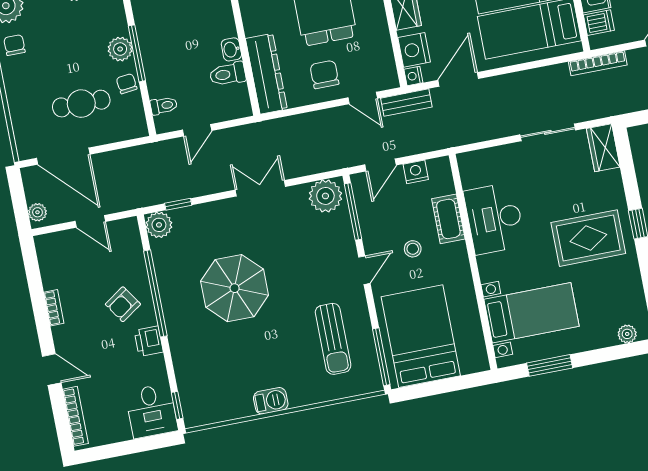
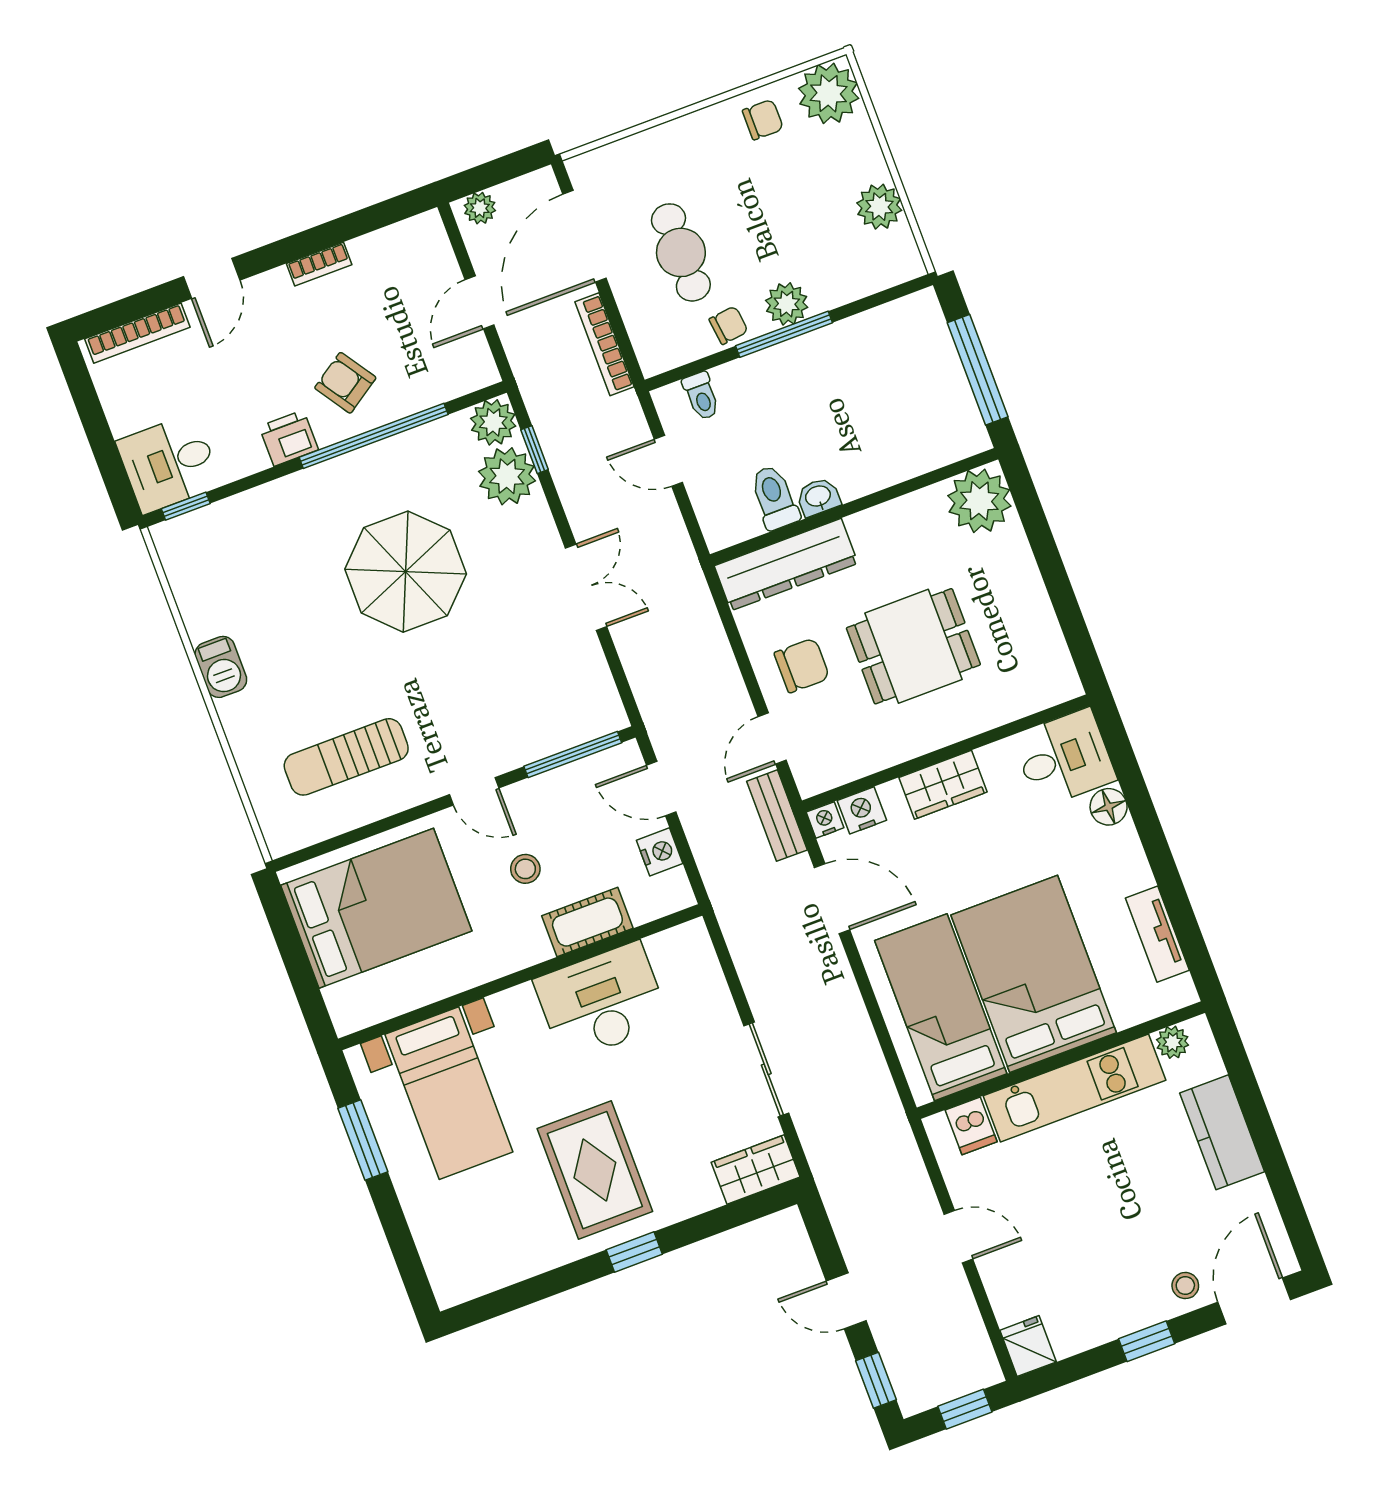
nightstand: (414, 50) -> (862, 810), width x0.74, depth x0.75
bookcase: (598, 63) -> (605, 344), moved
plant: (325, 196) -> (507, 476), moved
plant: (627, 334) -> (440, 1265), removed
window: (381, 357) -> (329, 846), removed

